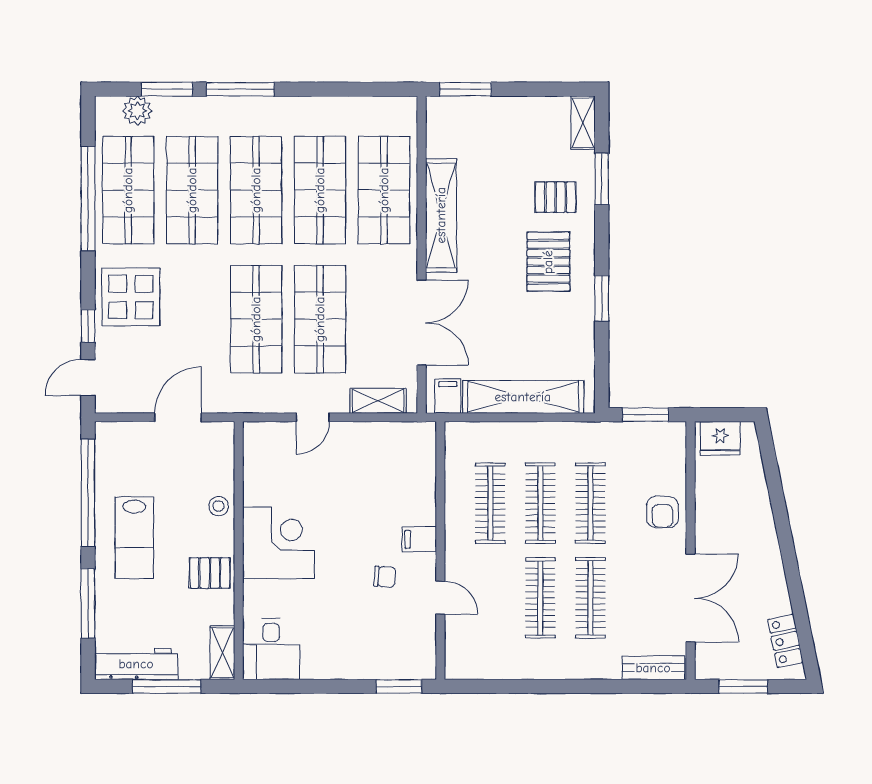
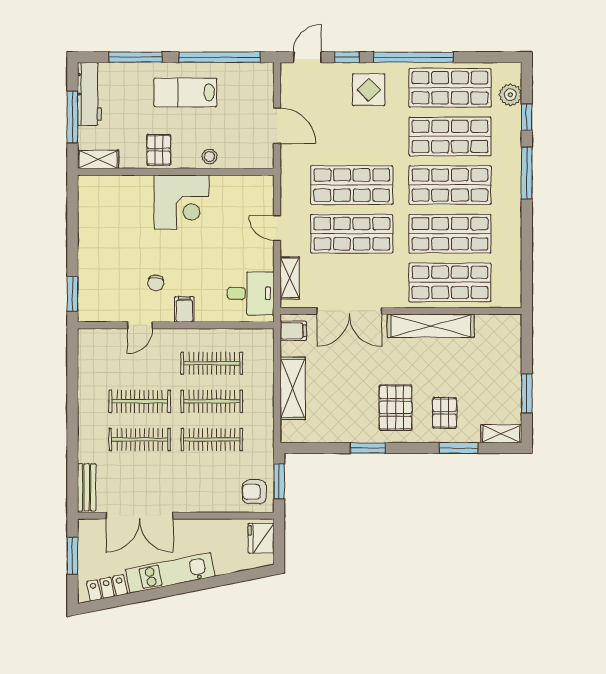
window: (167, 89) -> (527, 117), width x0.67
window: (465, 89) -> (527, 394), moved
window: (88, 199) -> (413, 57), moved
pallet: (548, 262) -> (396, 407), turned 90
display table: (131, 297) -> (369, 90), width x0.73, depth x0.73
door: (88, 378) -> (307, 57), hinge flipped
shelving: (523, 397) -> (293, 388), width x0.68
armchair: (662, 512) -> (254, 492), moved
kitchen unit: (766, 558) -> (170, 573), added
desk: (271, 649) -> (251, 293), moved, turned 180

